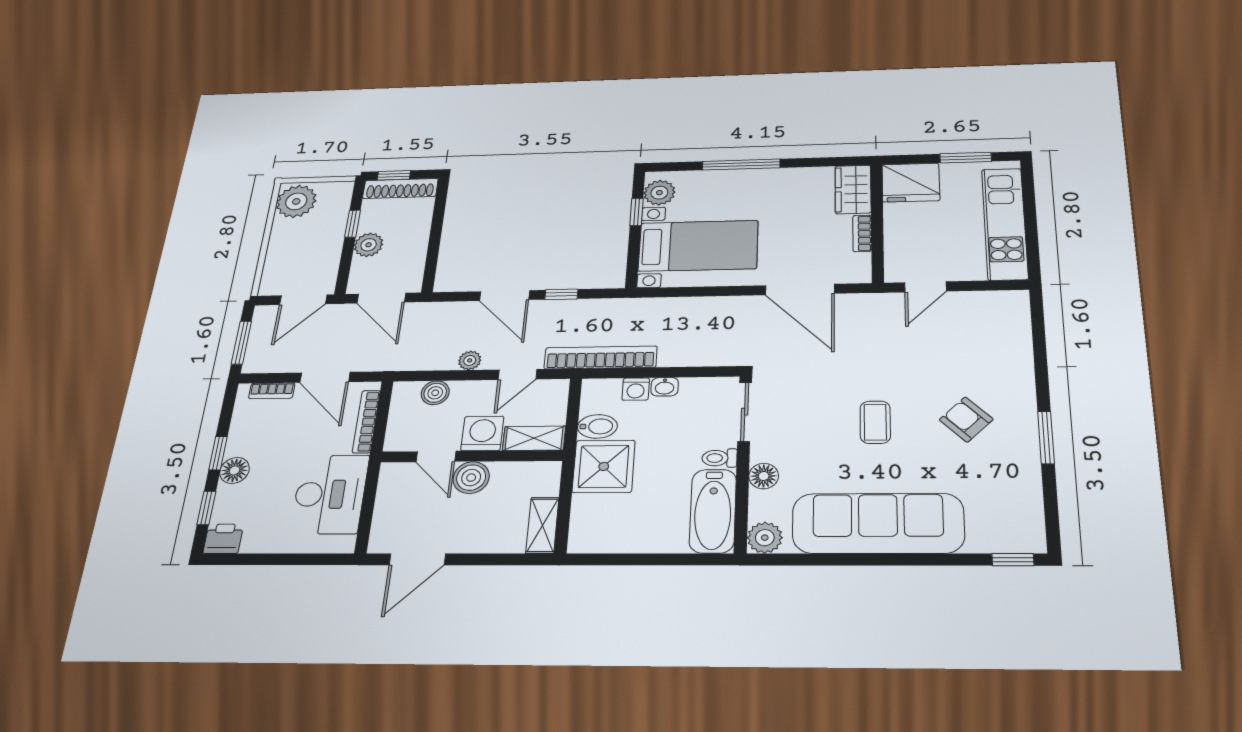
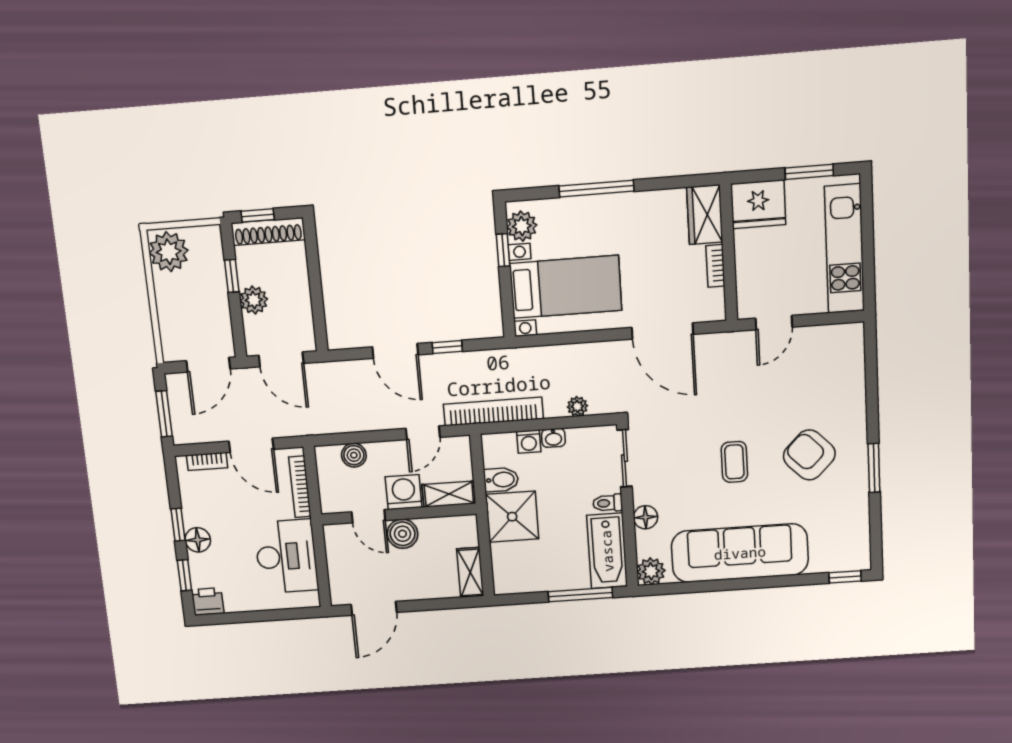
plant: (470, 360) -> (577, 406), moved
armchair: (966, 420) -> (809, 455), width x1.38, depth x1.38
window: (674, 559) -> (580, 595), added

